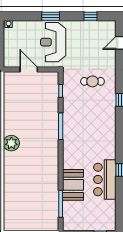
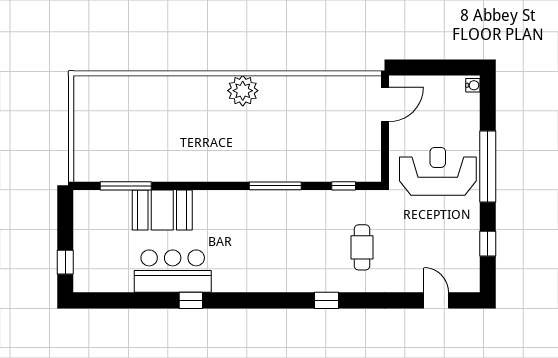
window: (51, 16) -> (488, 167), width x2.11
door: (29, 69) -> (385, 104), moved

